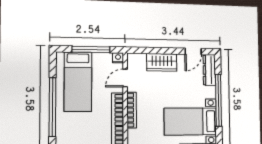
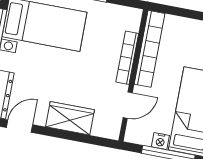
nightstand: (118, 58) -> (160, 141), moved

